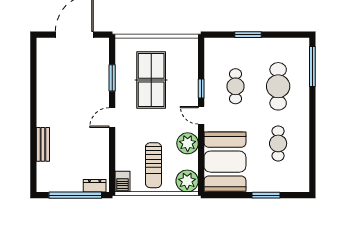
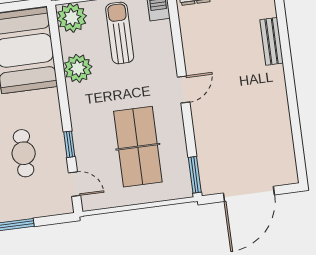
window: (112, 78) -> (195, 175), moved
door: (201, 115) -> (75, 184), moved

